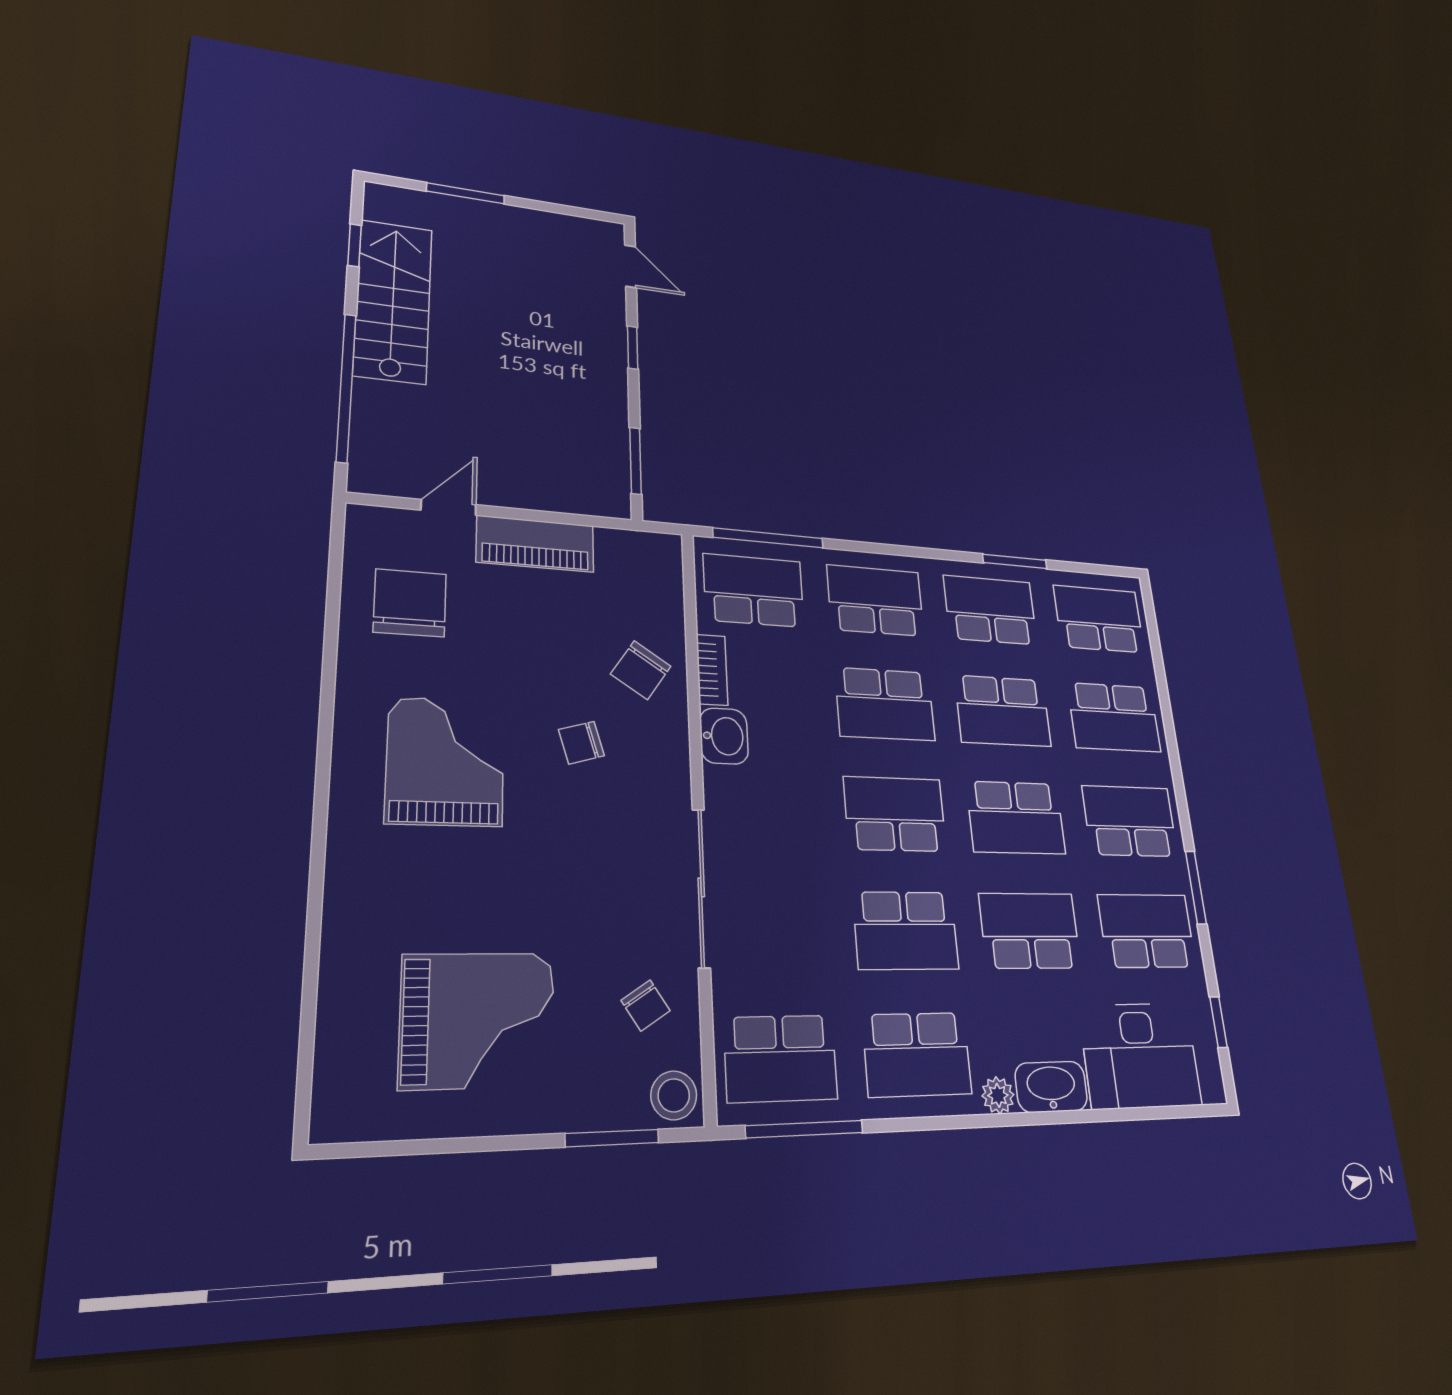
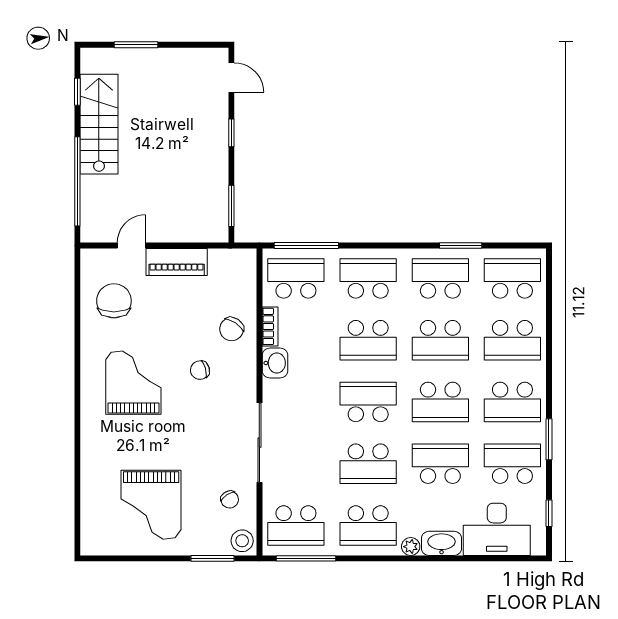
school desk: (1130, 821) -> (512, 402), turned 180
grand piano: (478, 1020) -> (151, 505), turned 90

